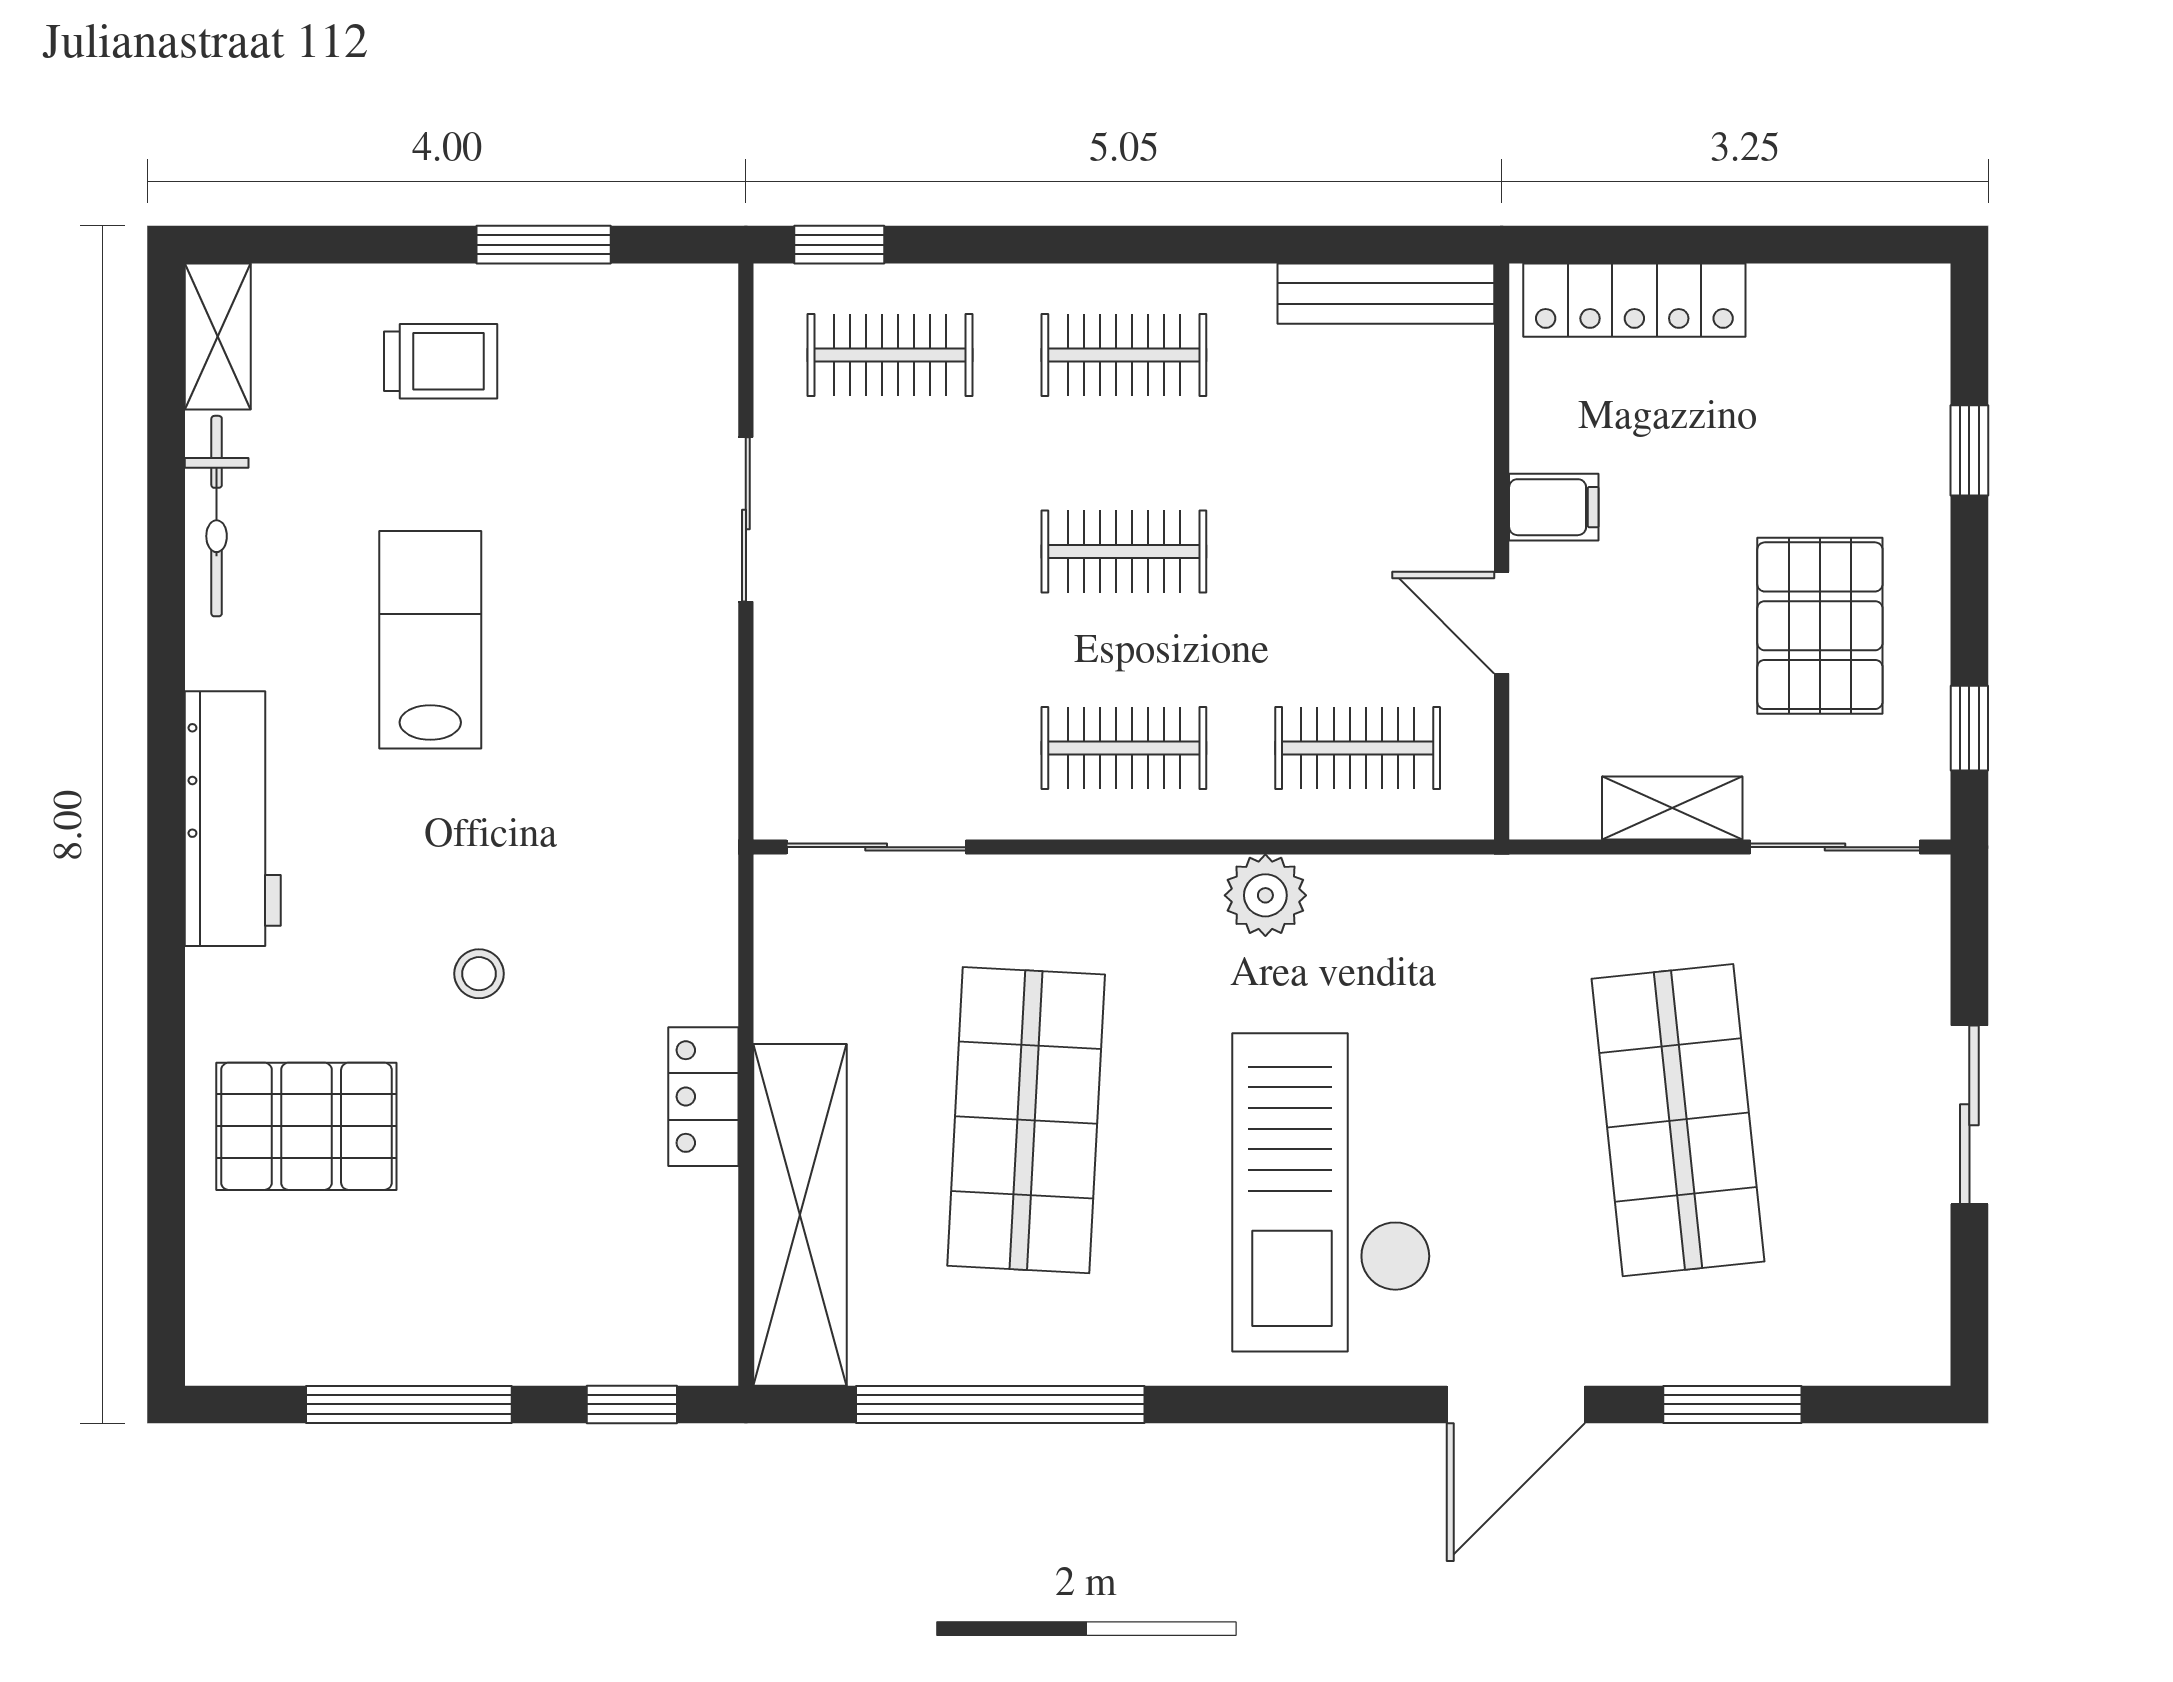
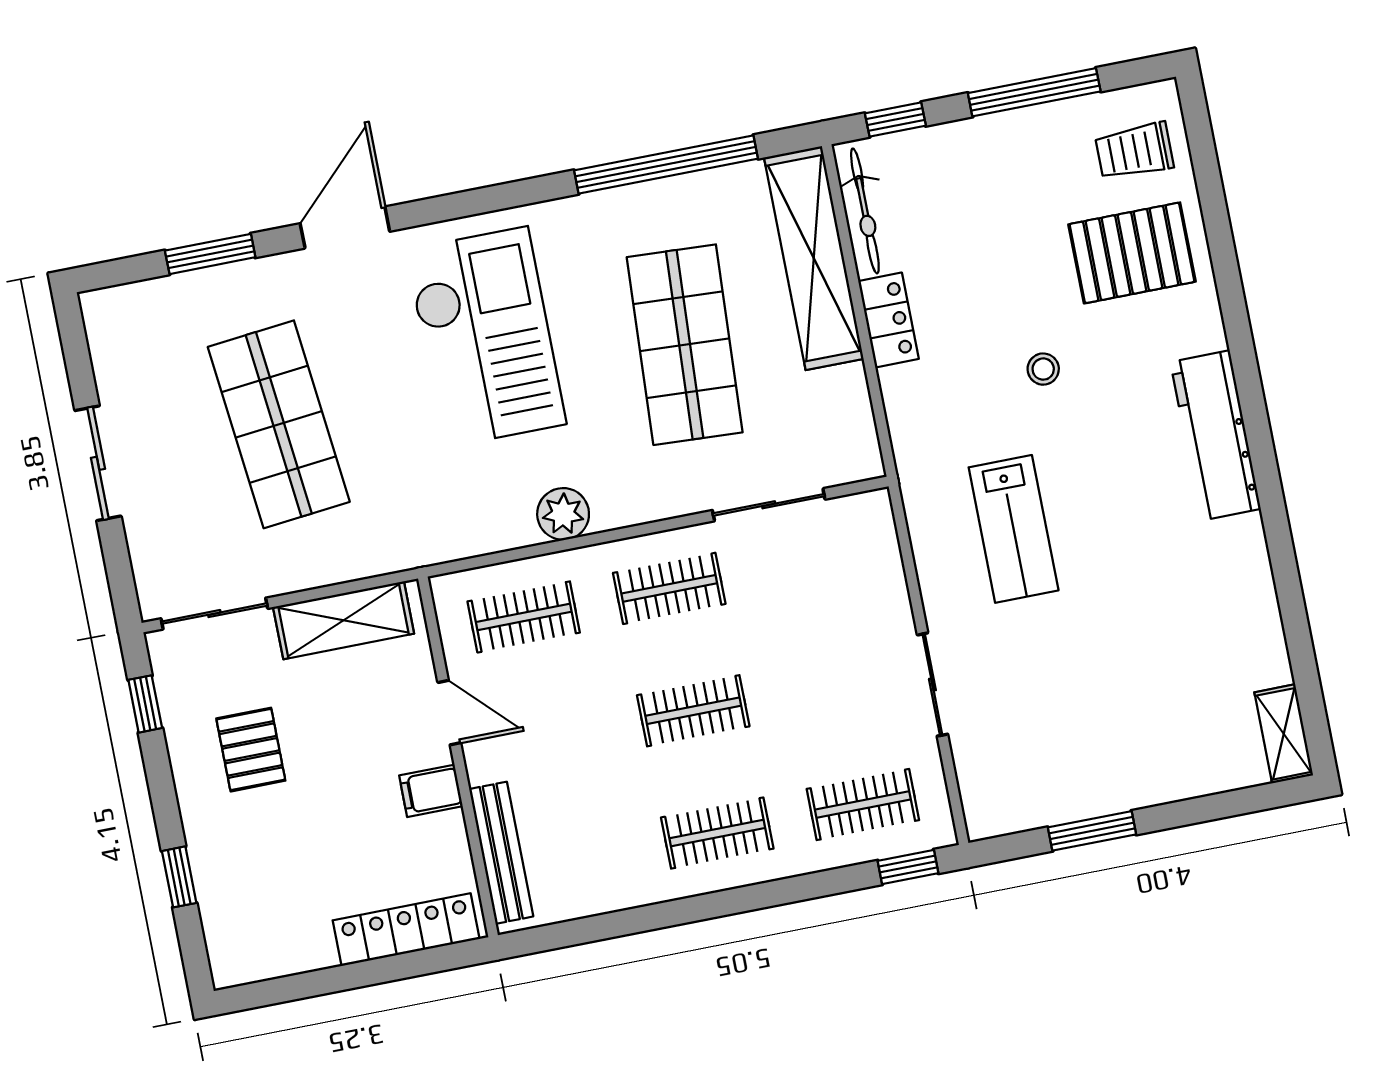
bench: (1386, 294) -> (501, 853), moved, turned 90
trolley: (441, 361) -> (1134, 151), moved
bicycle: (217, 516) -> (865, 211), moved, turned 180
pallet: (1820, 626) -> (251, 750), width x0.67, depth x0.71
lab bench: (430, 640) -> (1014, 529), moved
shelving: (1672, 808) -> (344, 620), width x1.50, depth x1.33
sliding door: (876, 847) -> (769, 505), moved

